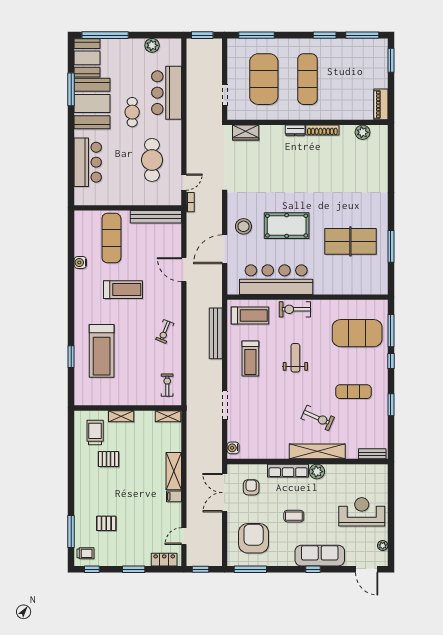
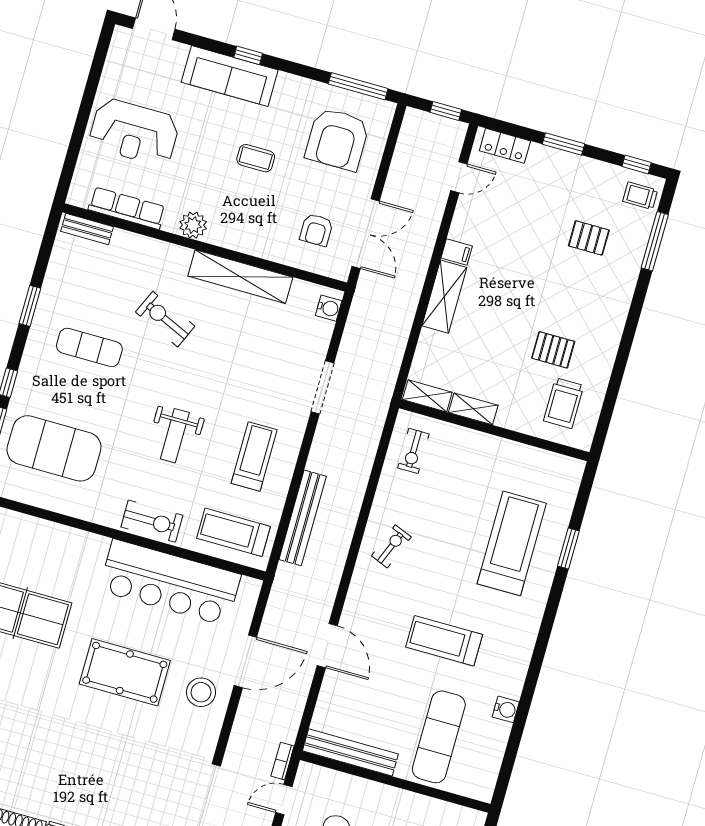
shelving: (121, 416) -> (473, 409), moved
shelving: (317, 451) -> (240, 277), moved
row of seats: (288, 471) -> (127, 208), moved
plant: (383, 546) -> (114, 63), removed

